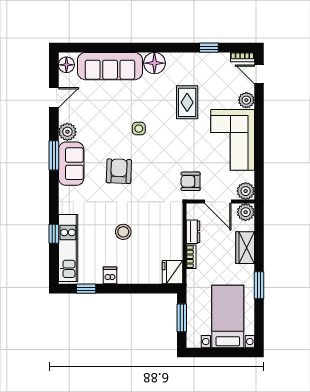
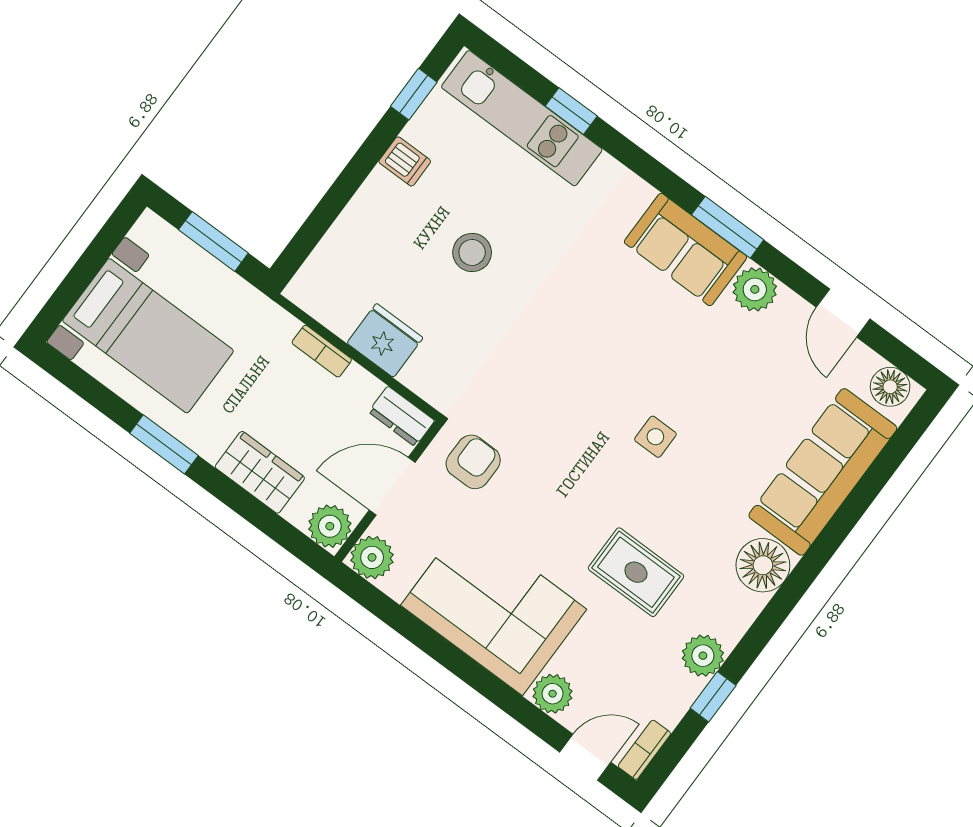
plant: (198, 61) -> (703, 656), added
armchair: (119, 171) -> (600, 334), removed
dresser: (193, 232) -> (402, 416), moved
fridge: (173, 272) -> (385, 340), moved

